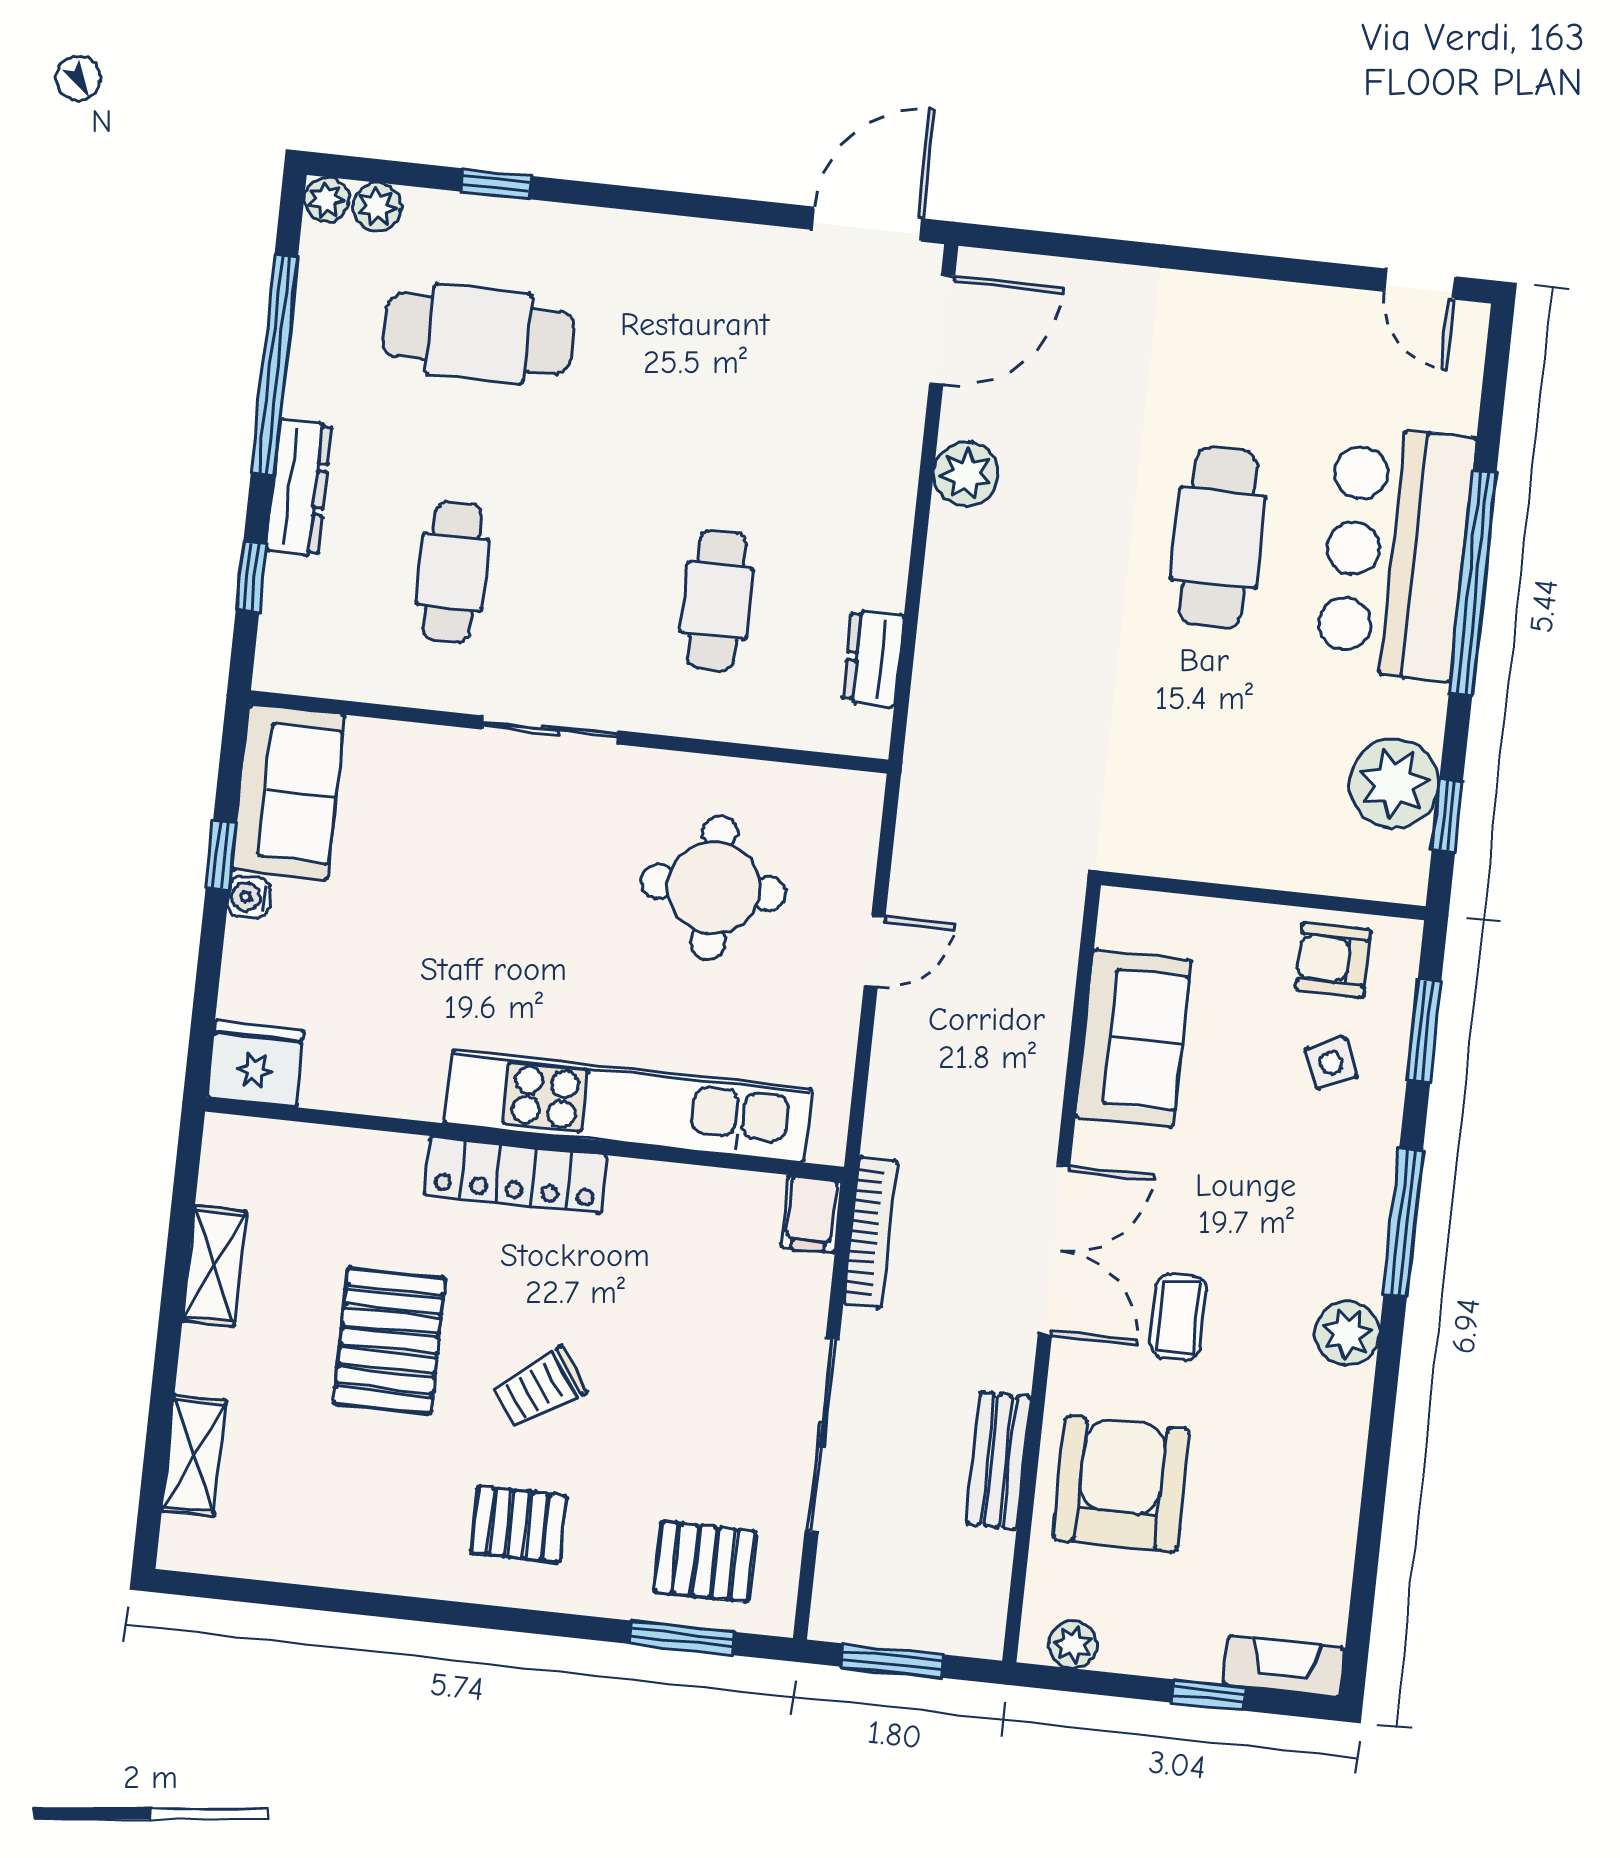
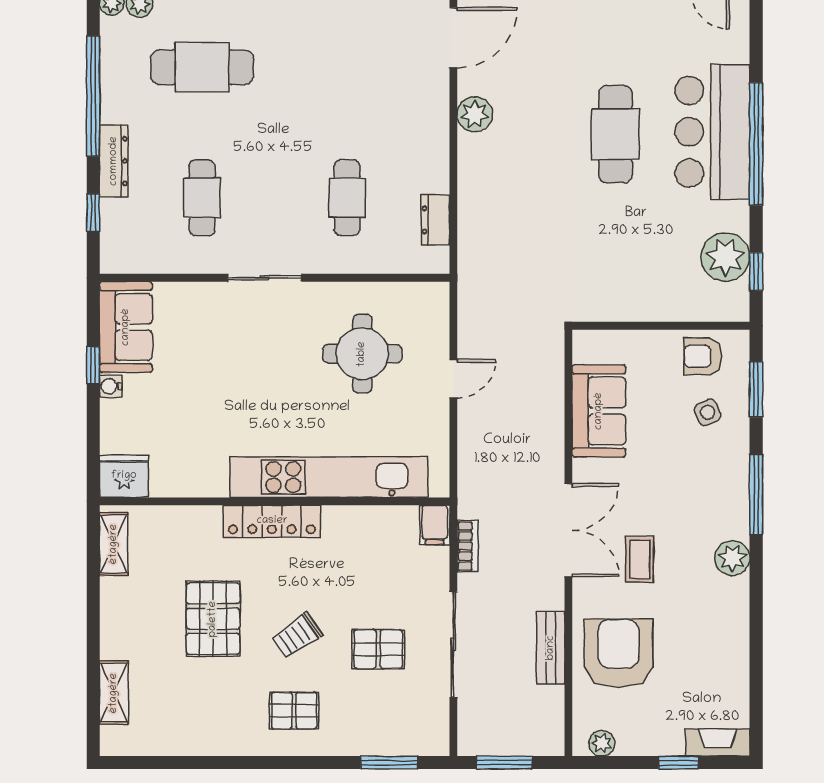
bookcase: (870, 1232) -> (468, 546), width x0.64
shelving: (214, 1266) -> (114, 544), moved
pallet: (705, 1562) -> (378, 649), moved

